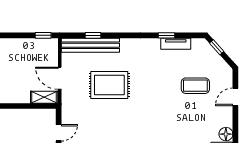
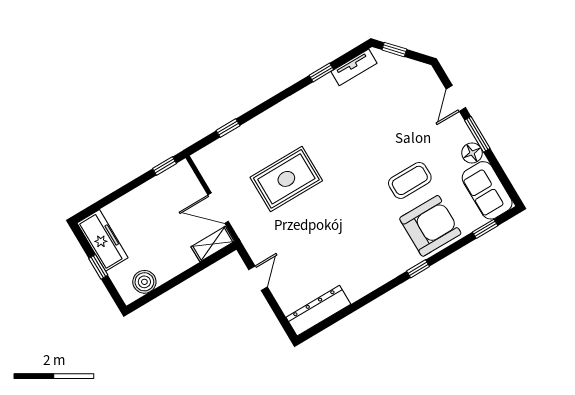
tv unit: (176, 44) -> (354, 67), moved
bench: (90, 45) -> (232, 143), removed
coffee table: (195, 86) -> (410, 180), moved
window: (235, 125) -> (477, 134), added

